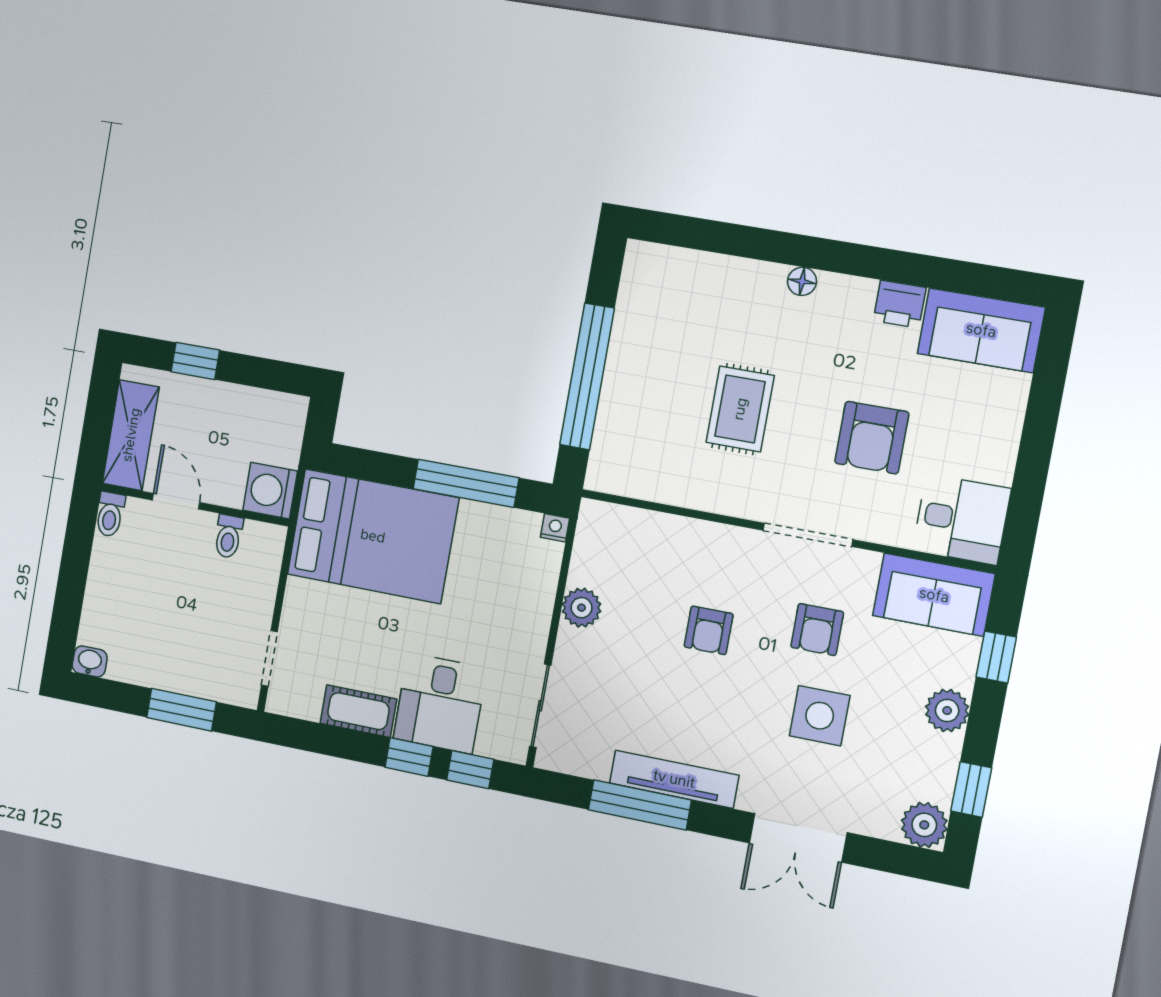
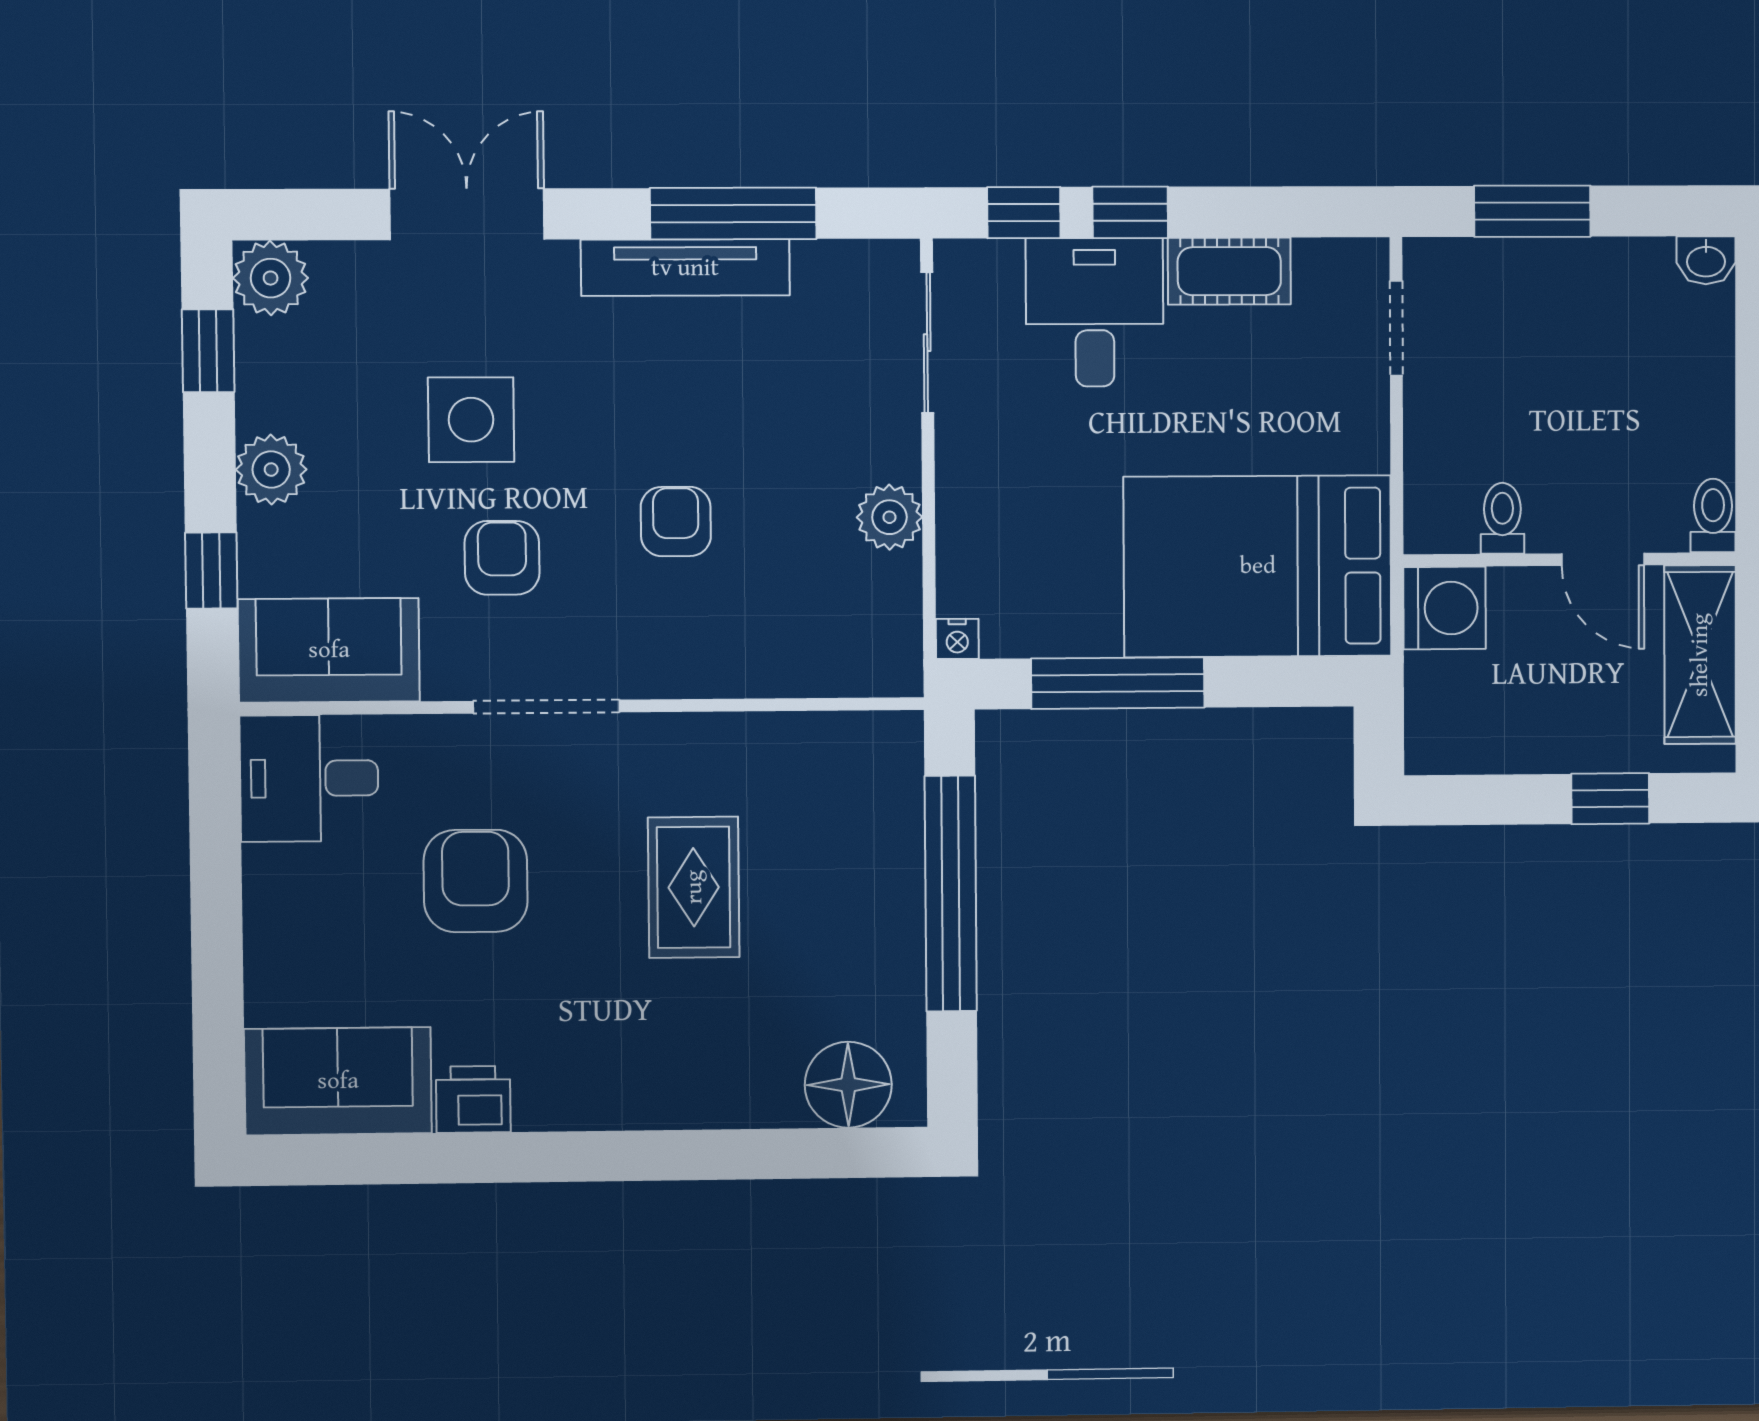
floor lamp: (802, 281) -> (848, 1085), moved, width x1.89, depth x1.89

